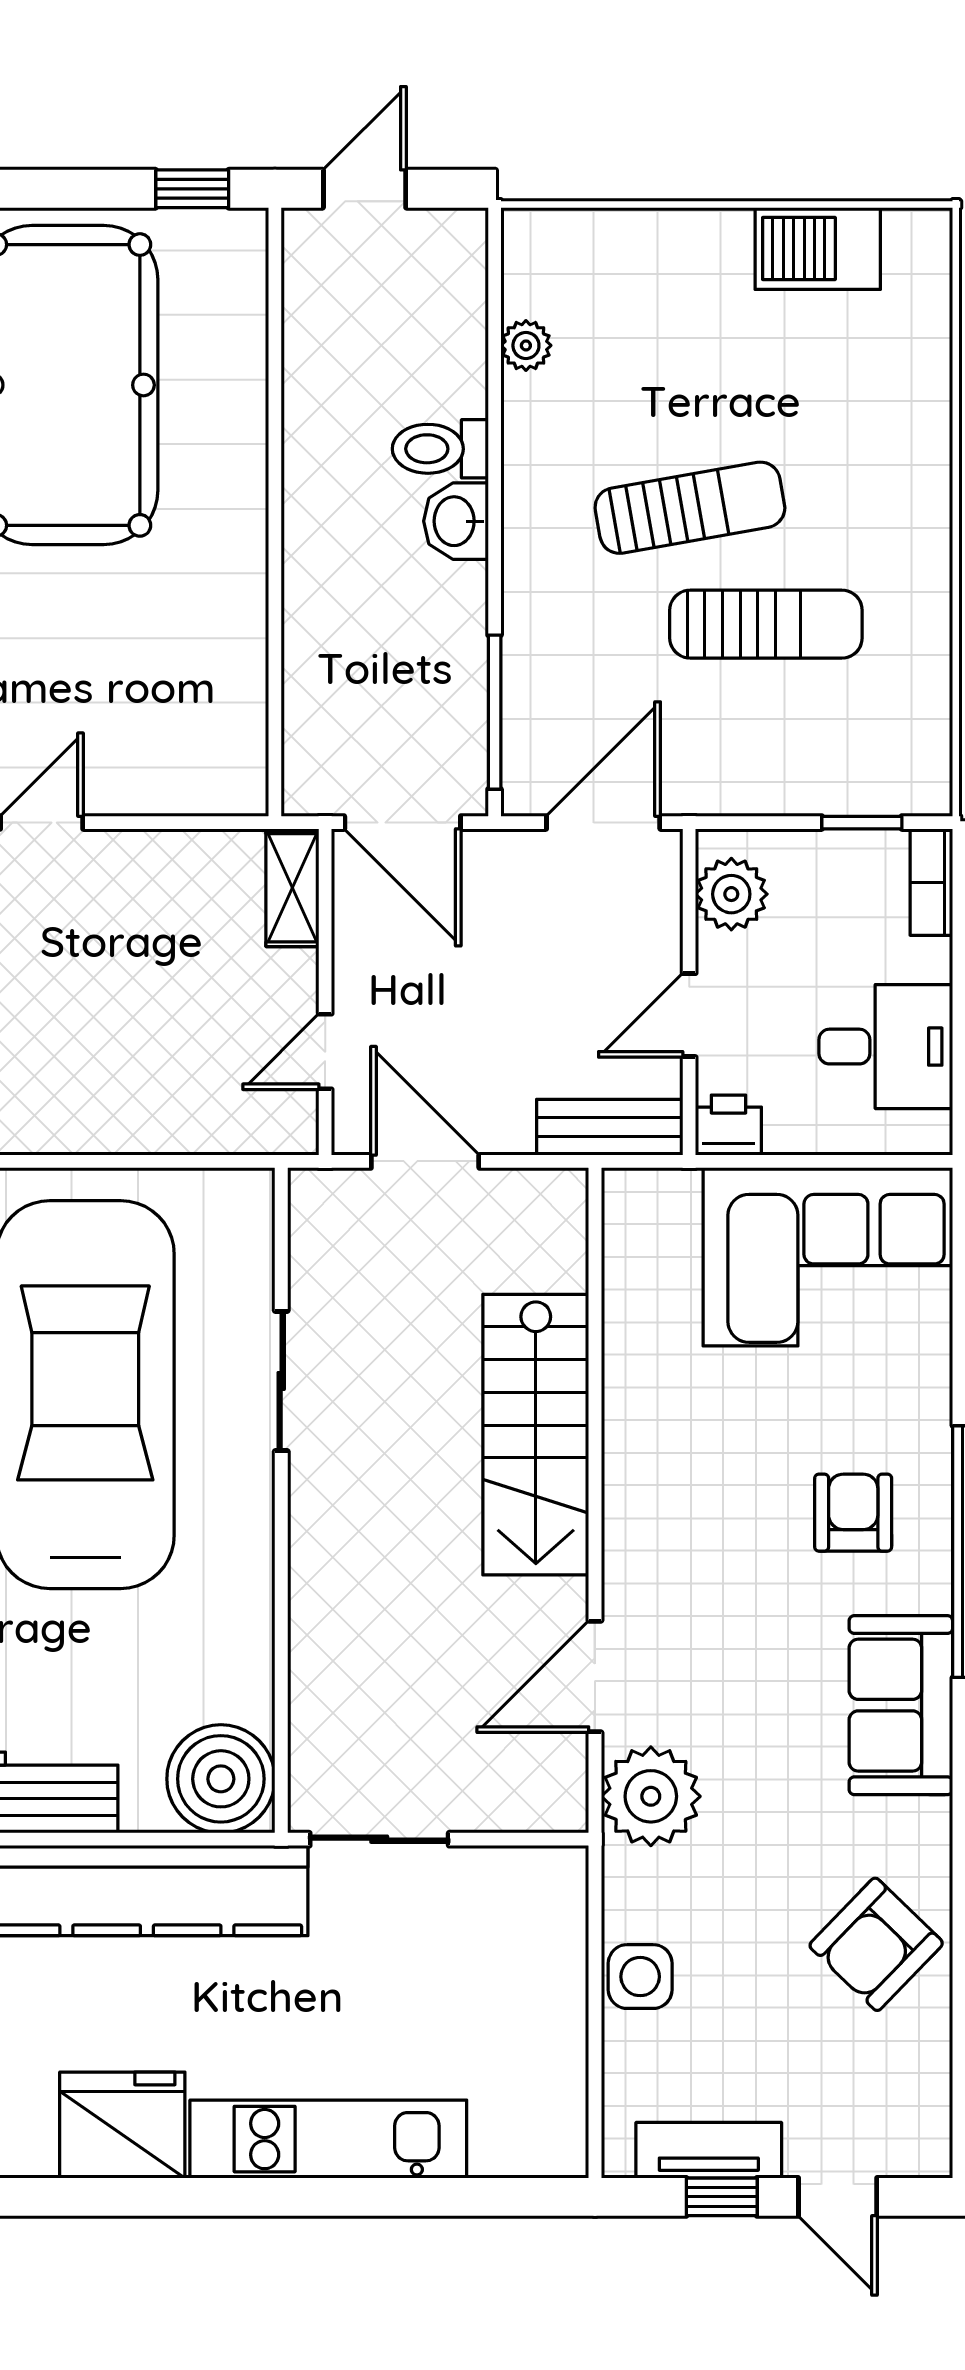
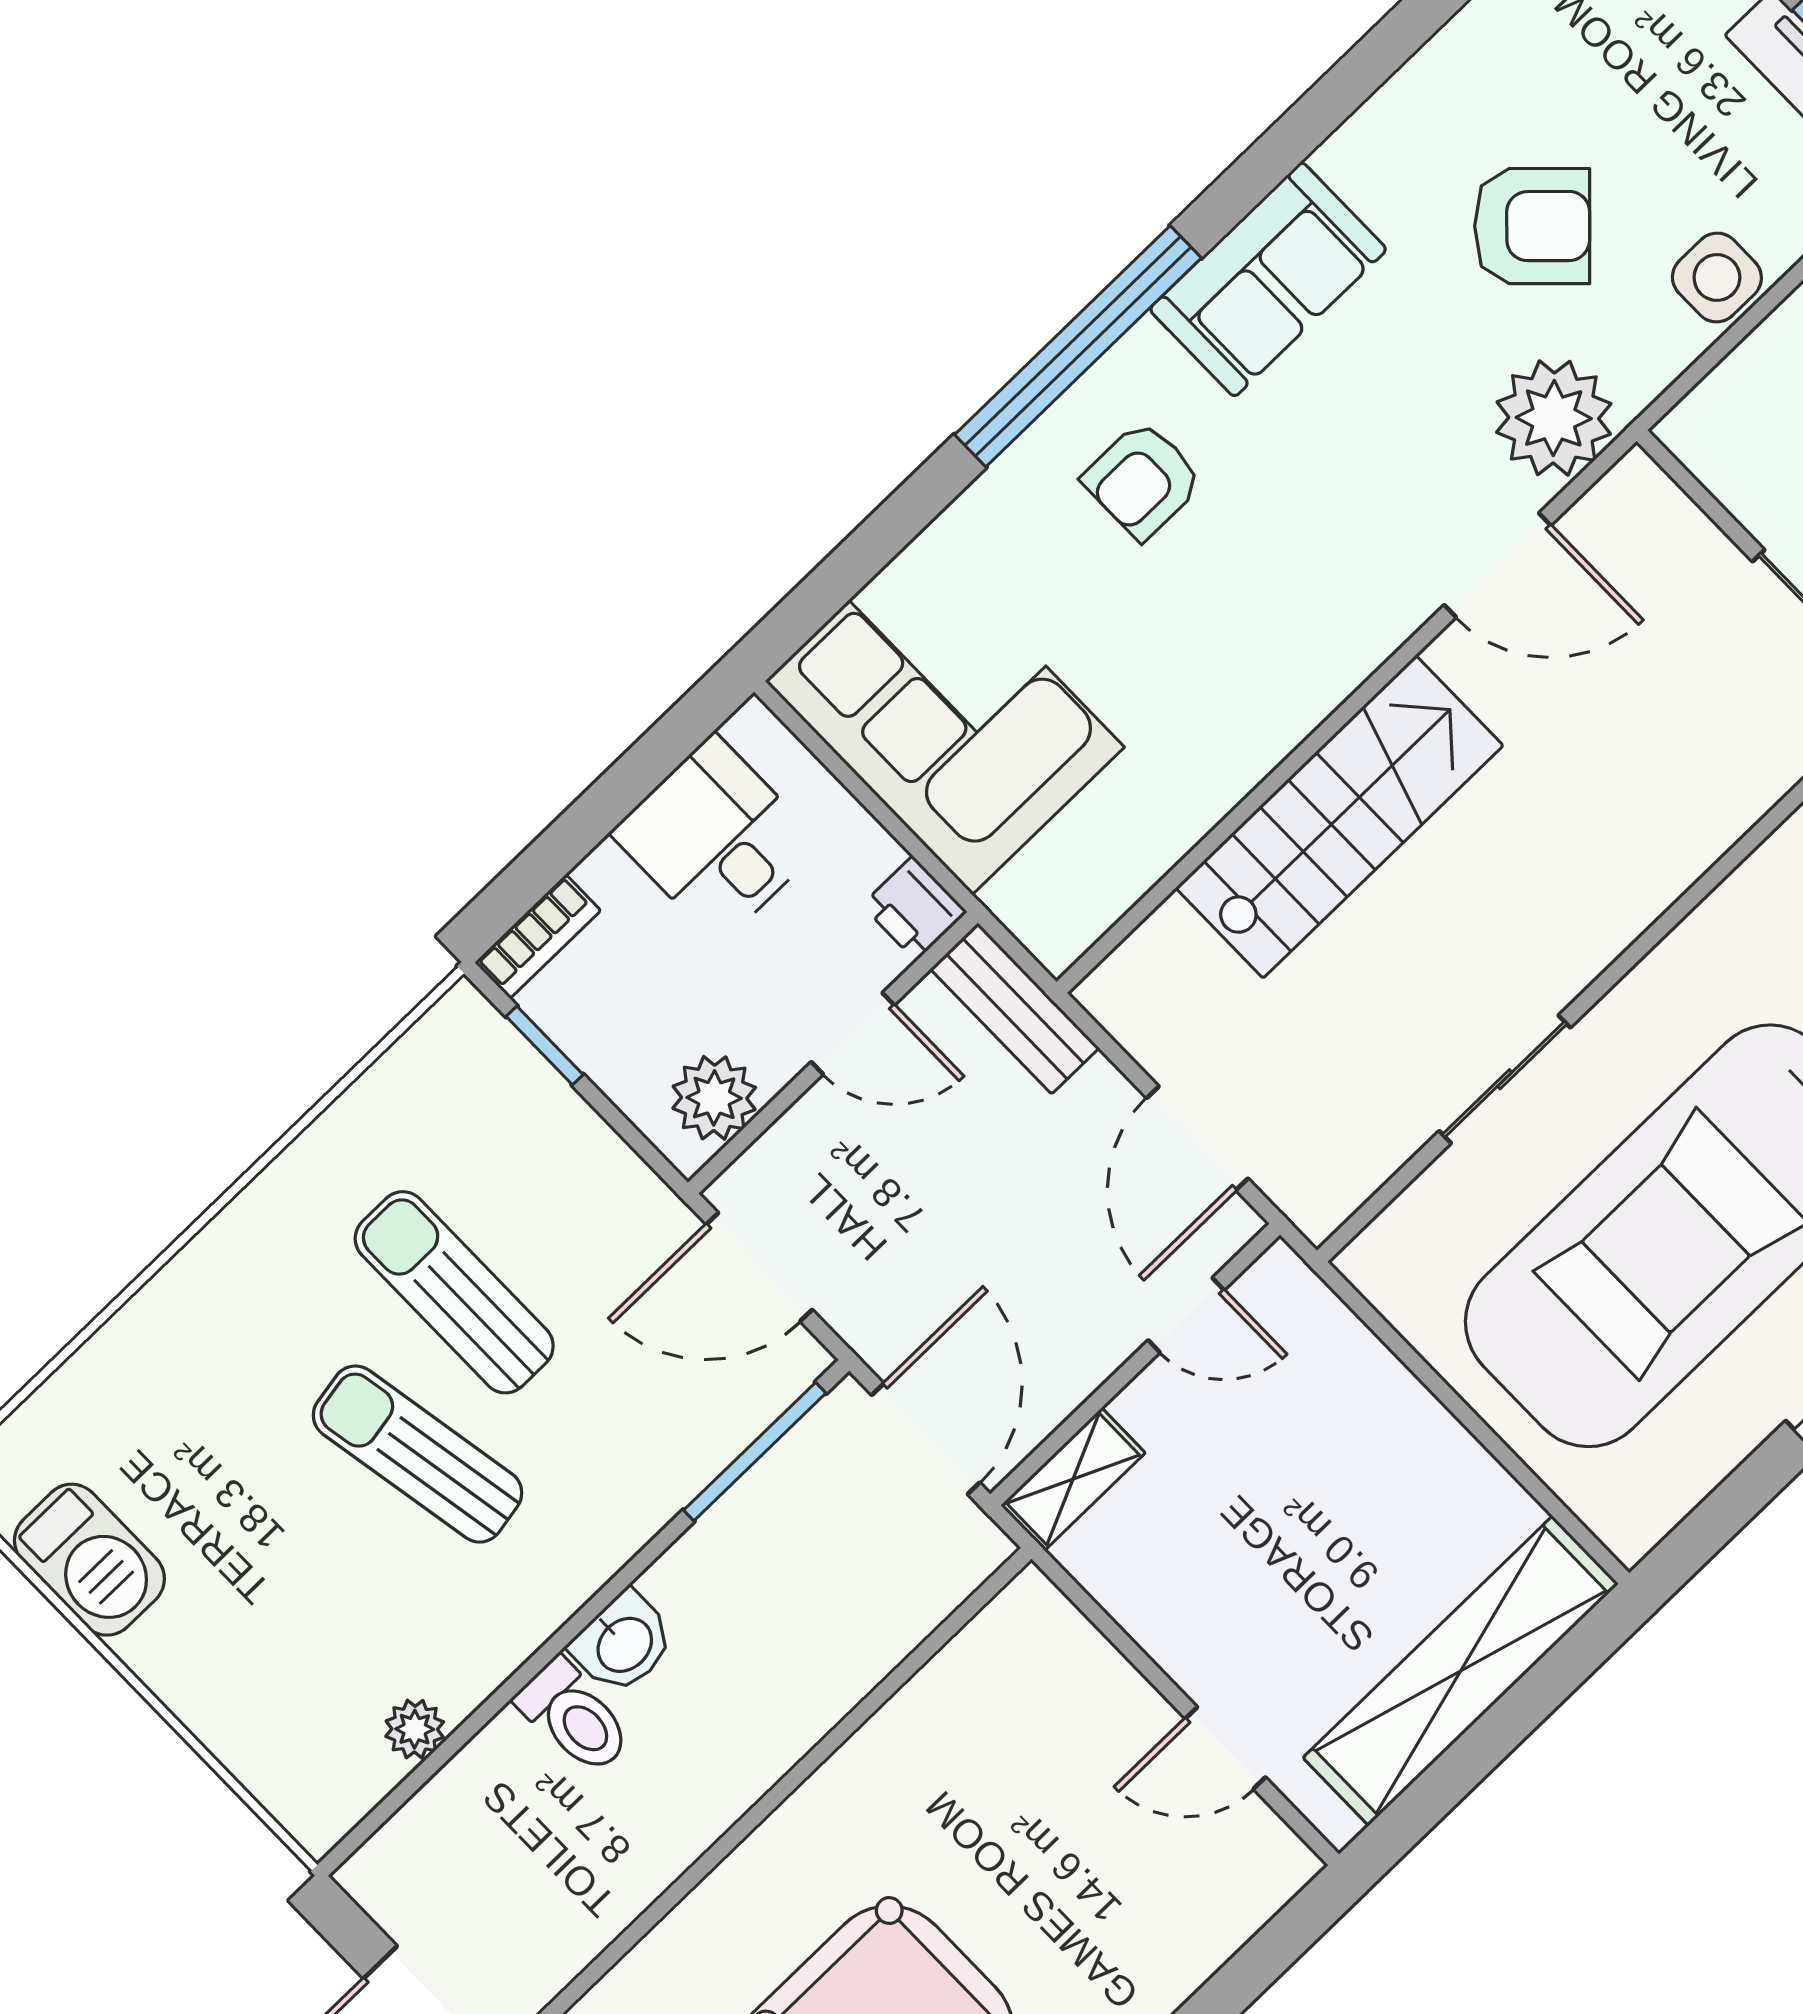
armchair: (876, 1944) -> (1532, 226), moved

